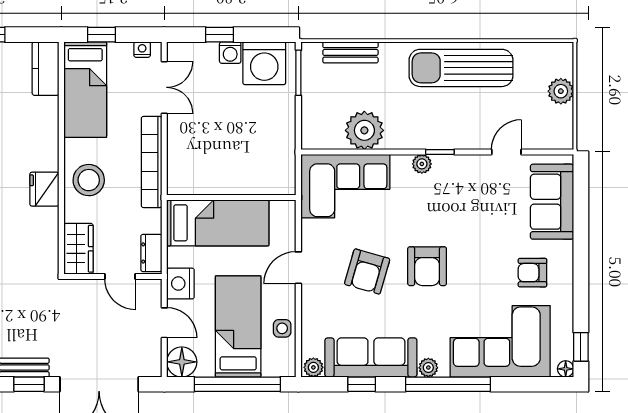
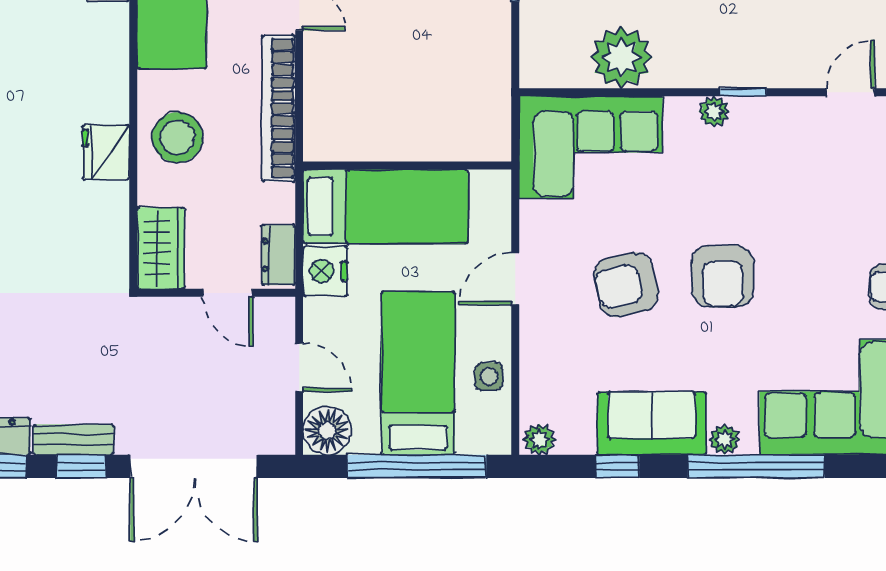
armchair: (367, 271) -> (626, 285), turned 61
nightstand: (180, 284) -> (325, 271), moved
sofa: (371, 357) -> (652, 423), width x0.73

